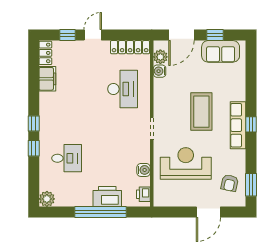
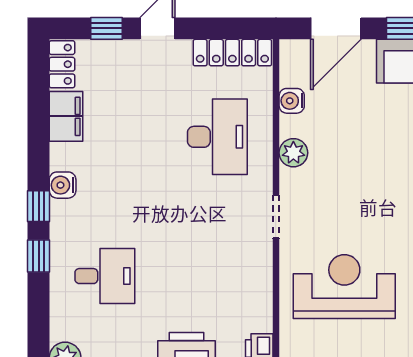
plant: (160, 57) -> (293, 153), moved
coffee table: (201, 112) -> (376, 182), removed
water cooler: (144, 170) -> (63, 185), moved, turned 180

